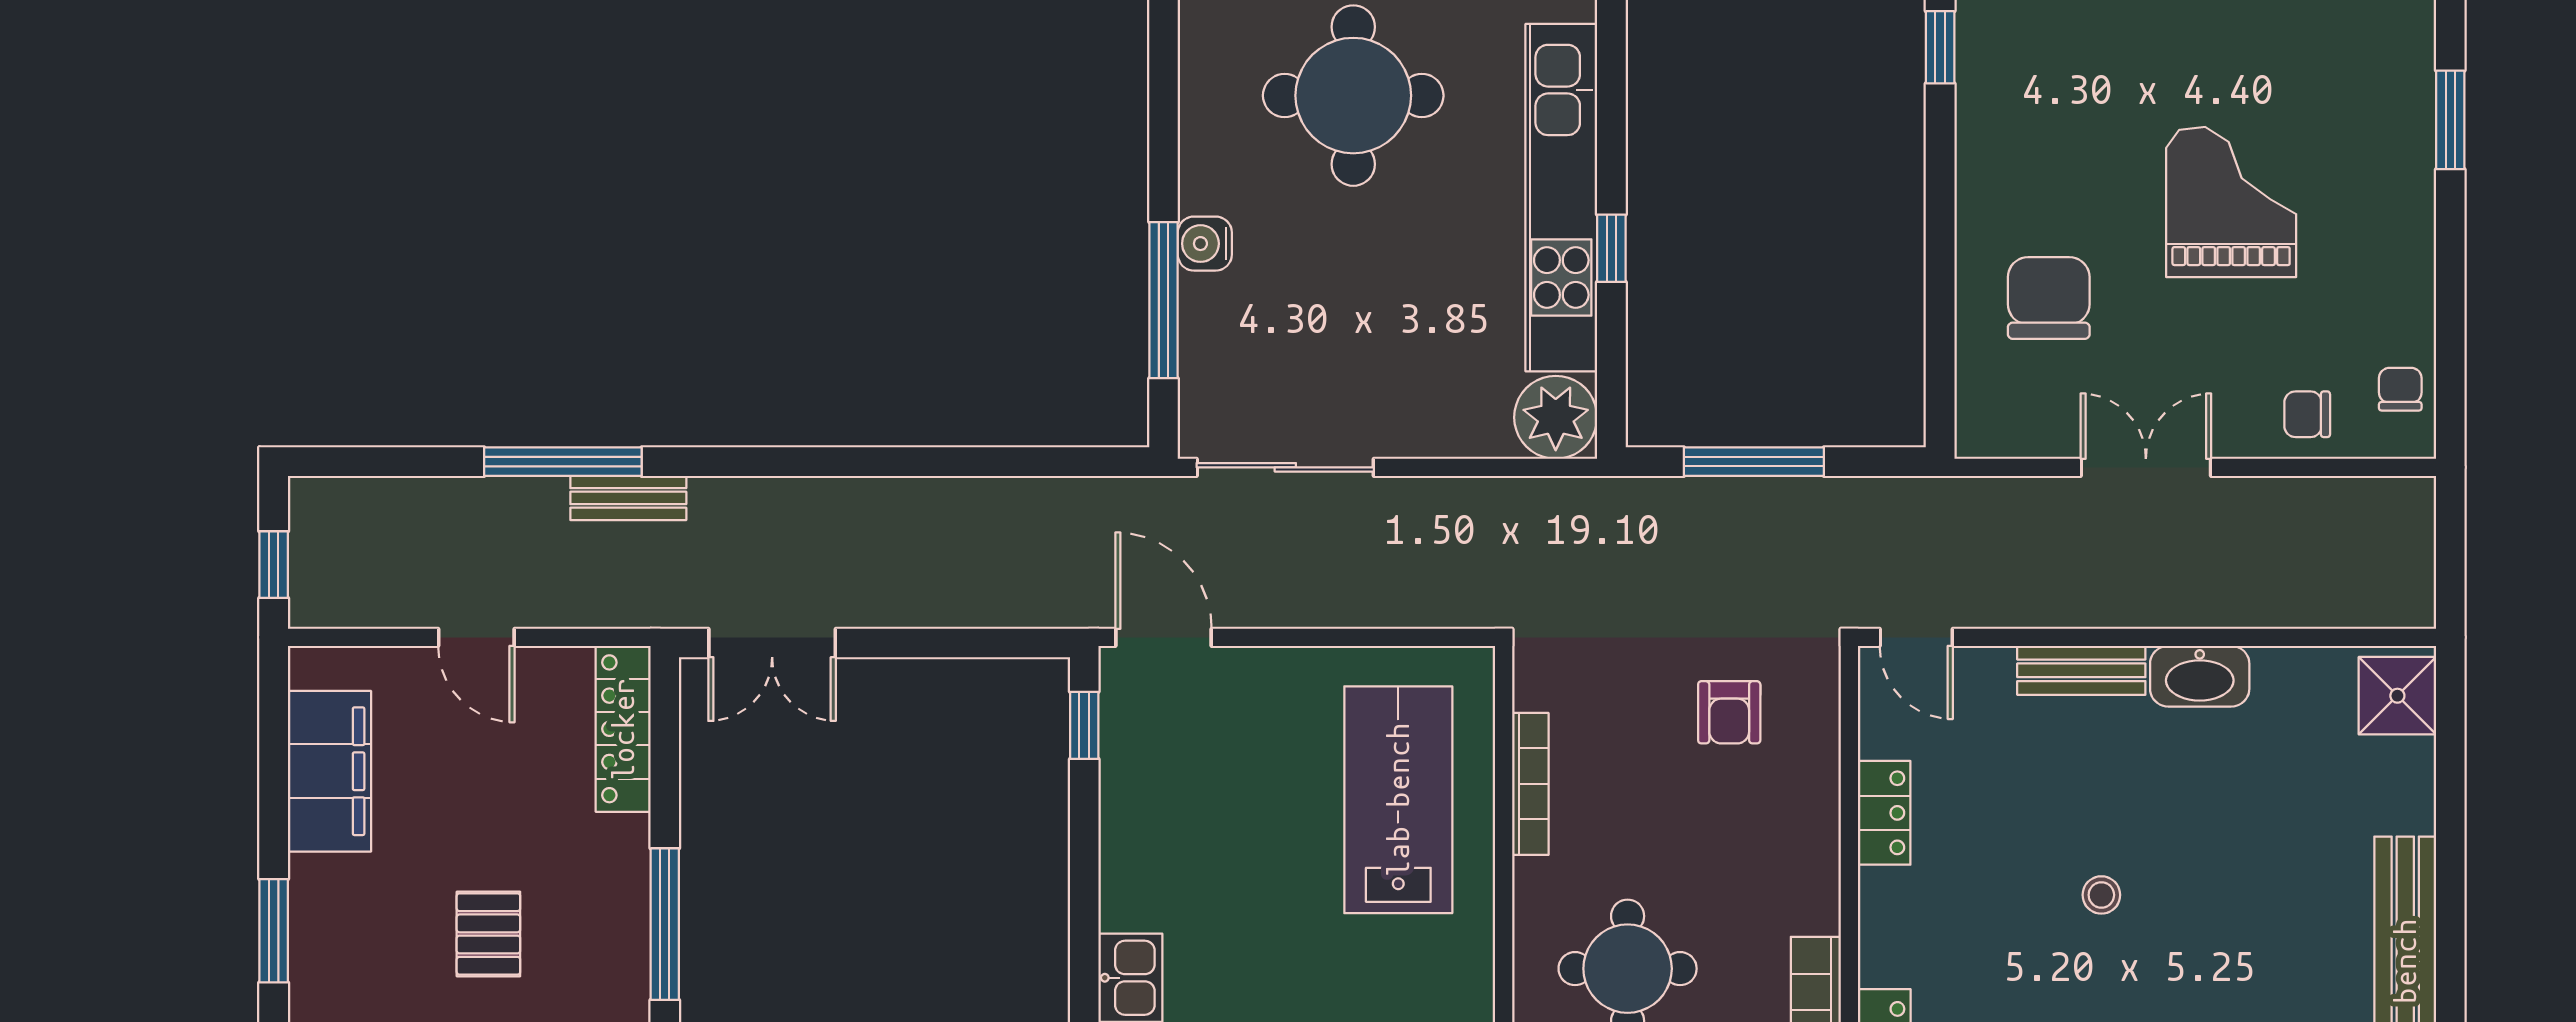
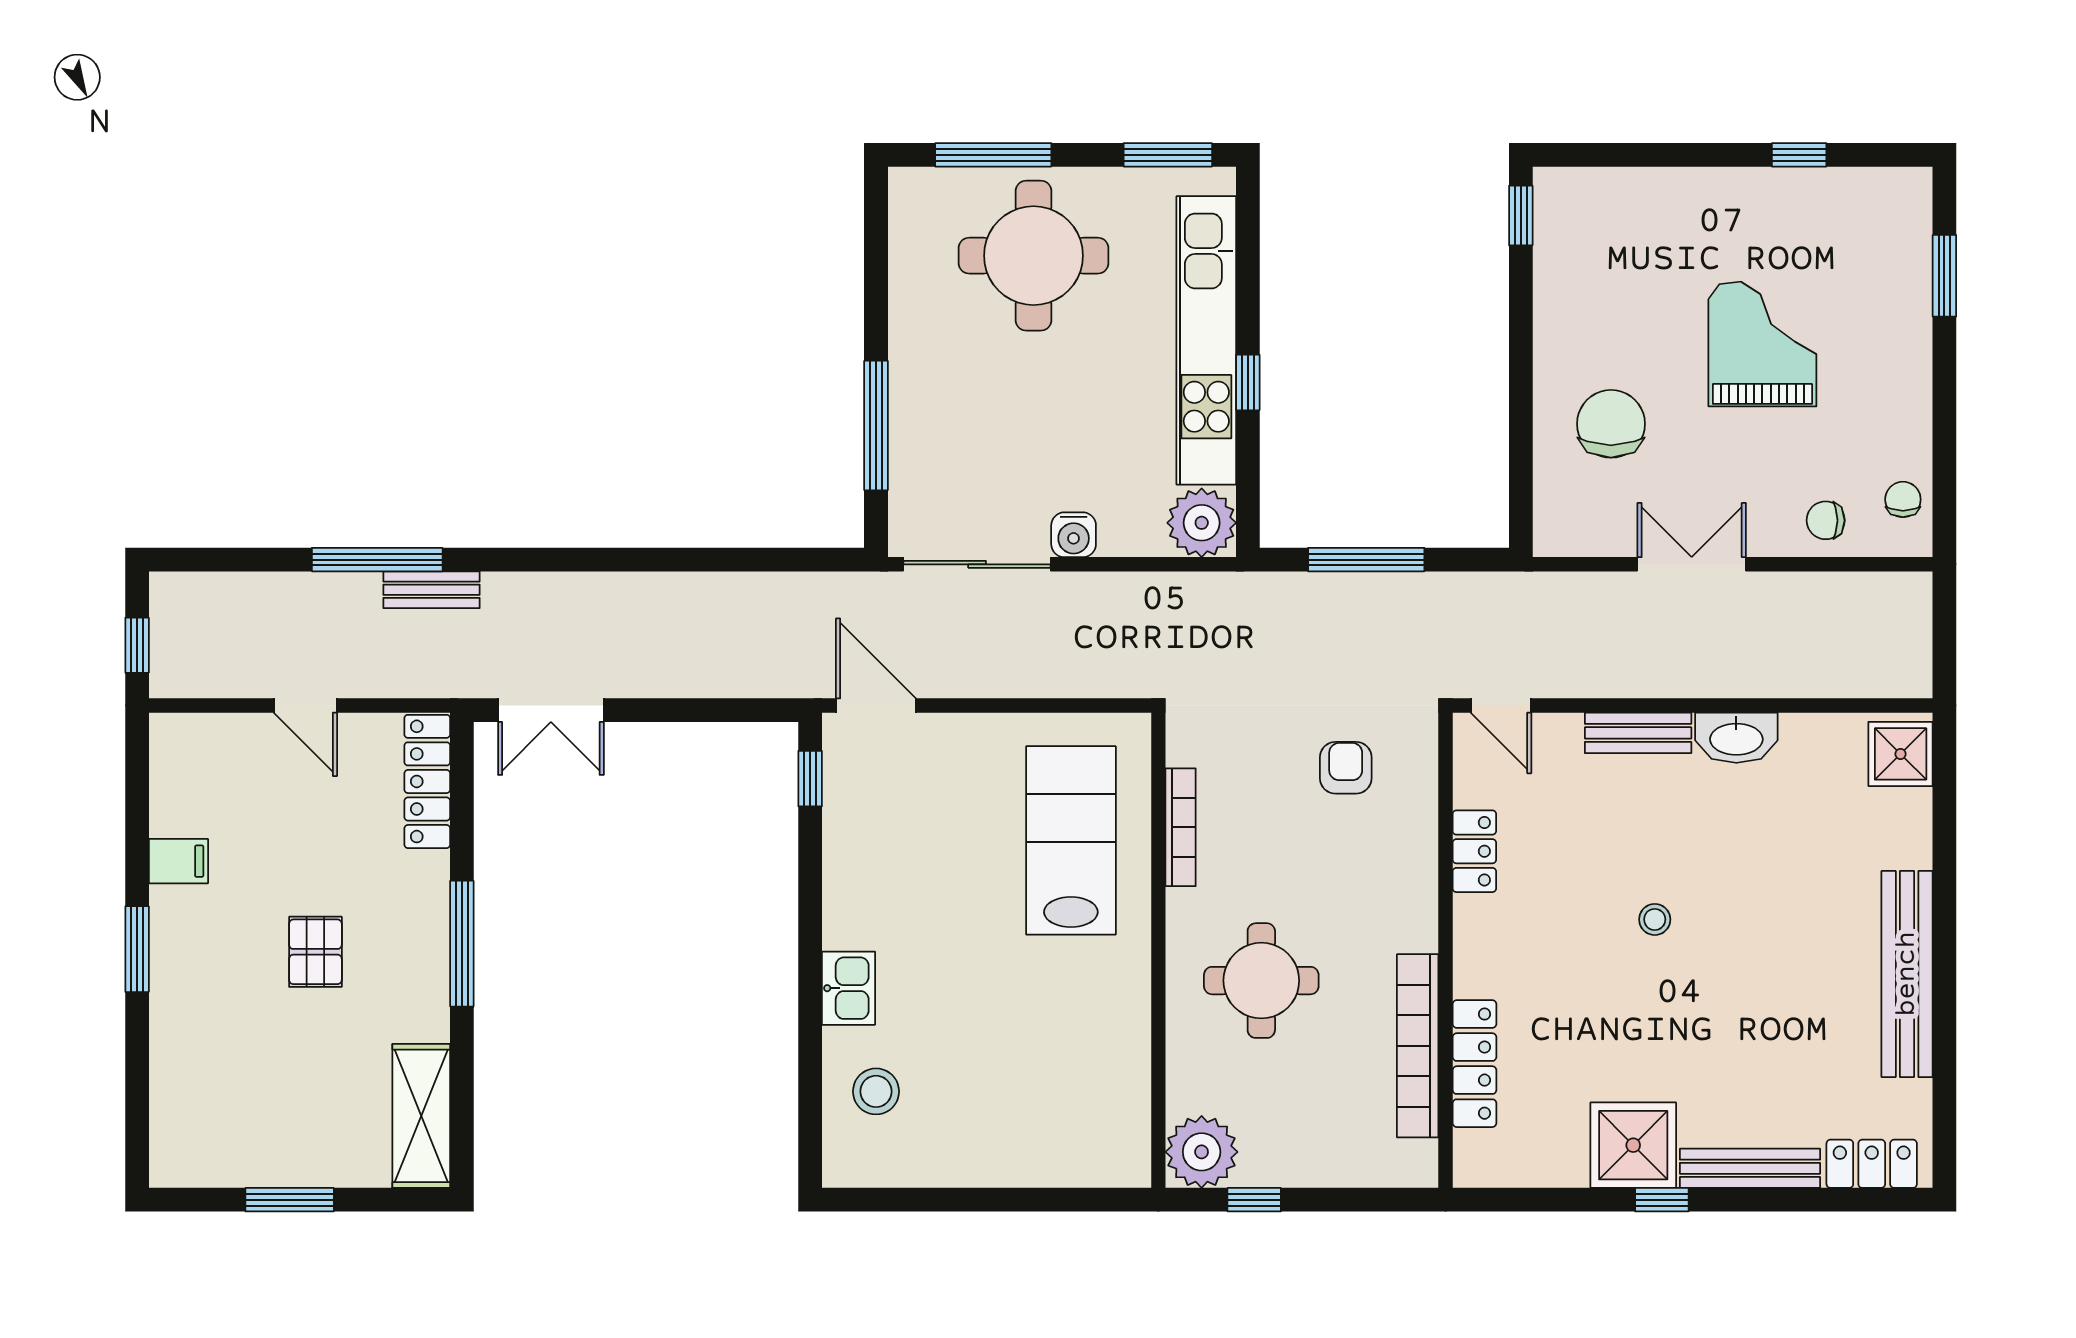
water cooler: (1205, 244) -> (1074, 535), moved, turned -90
armchair: (1729, 712) -> (1346, 768), turned 180
filing cabinet: (329, 771) -> (178, 861), width x0.33, depth x0.86

